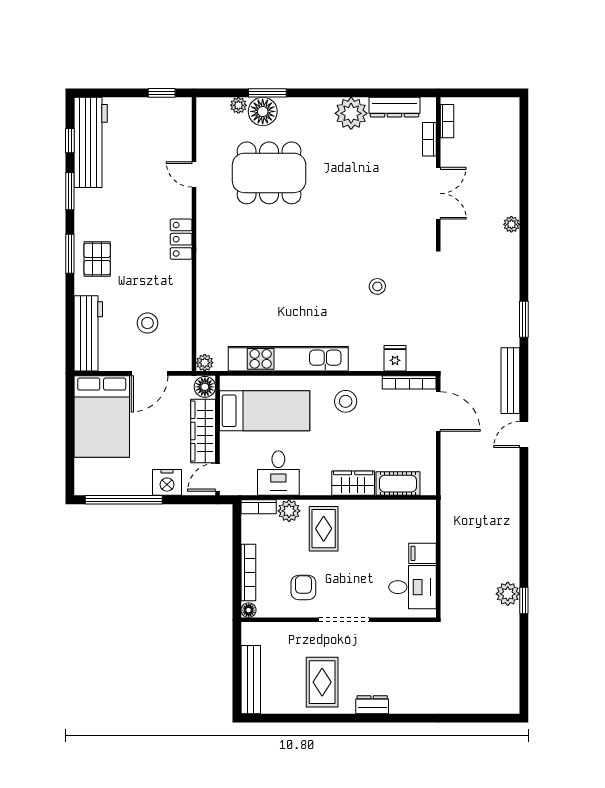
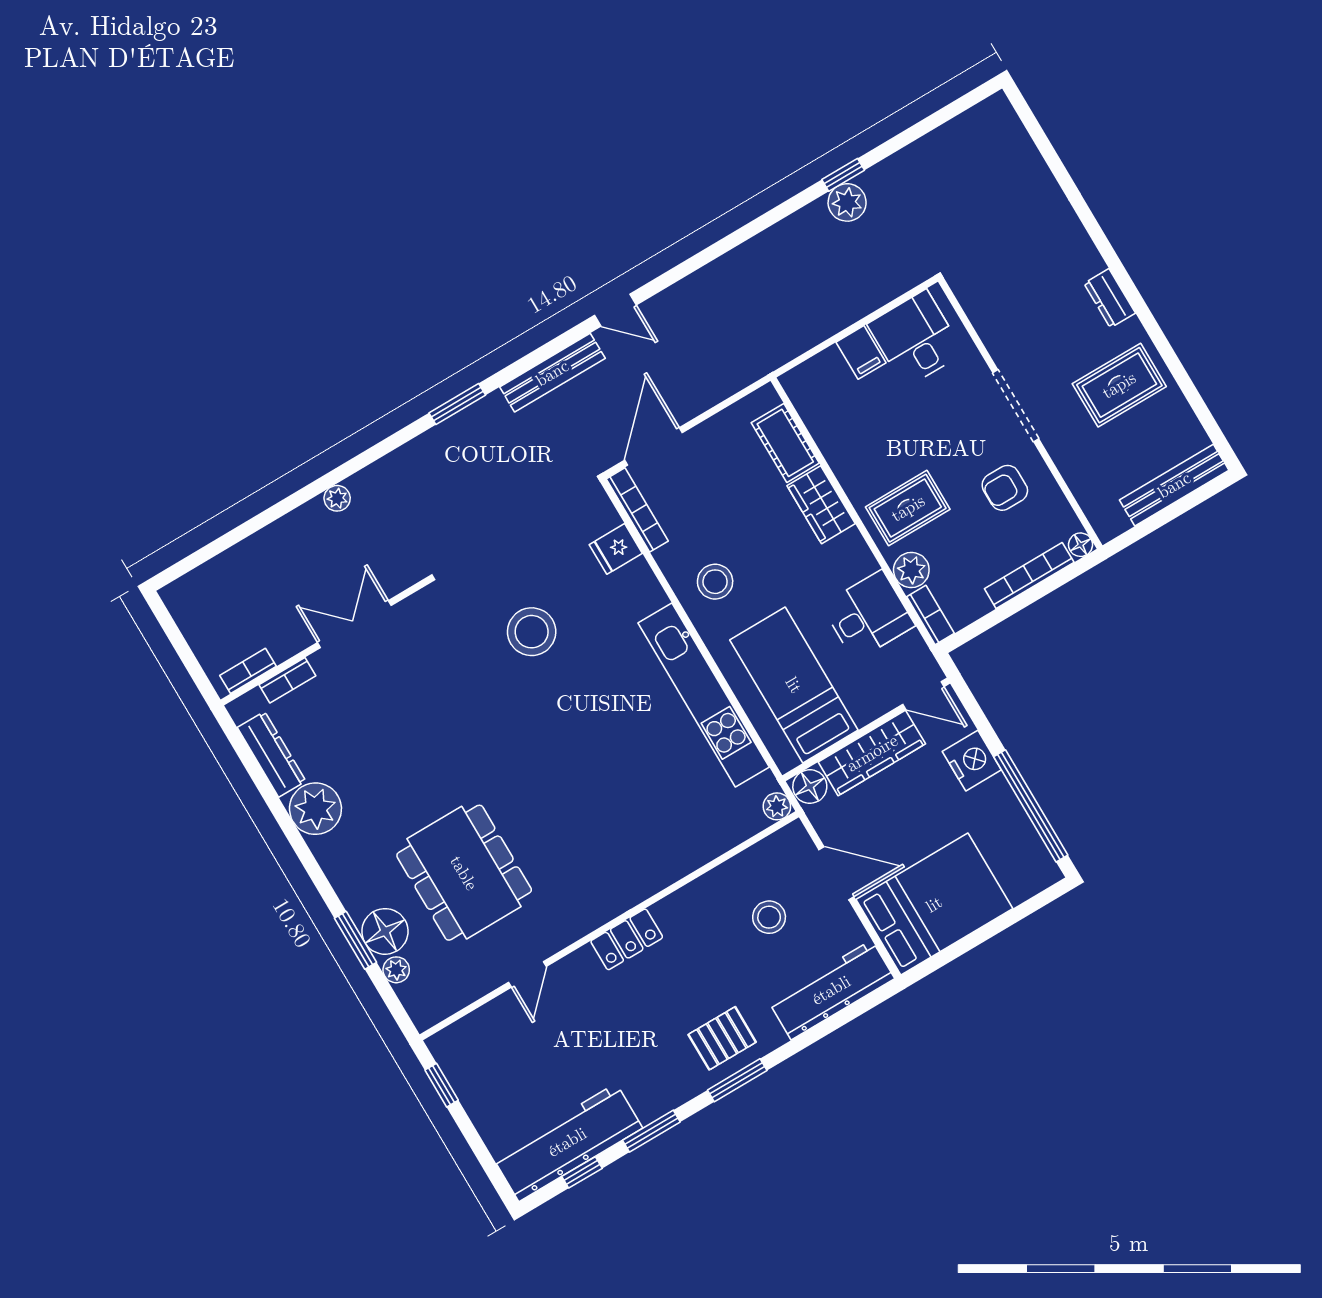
stool: (377, 286) -> (532, 632), width x1.89, depth x1.89

